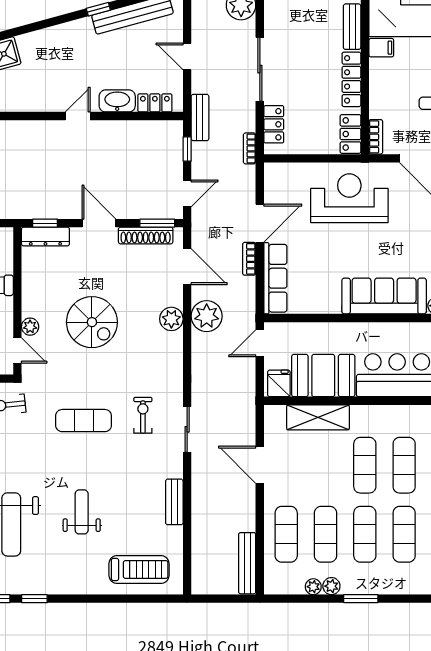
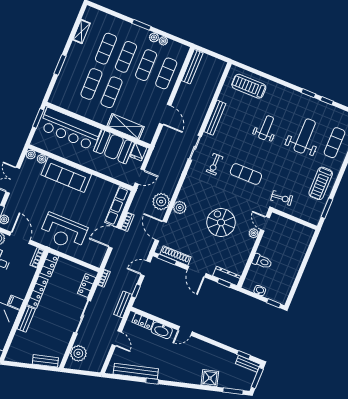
bench: (174, 502) -> (215, 118), width x1.36
weight bench: (82, 512) -> (266, 128), turned 180

